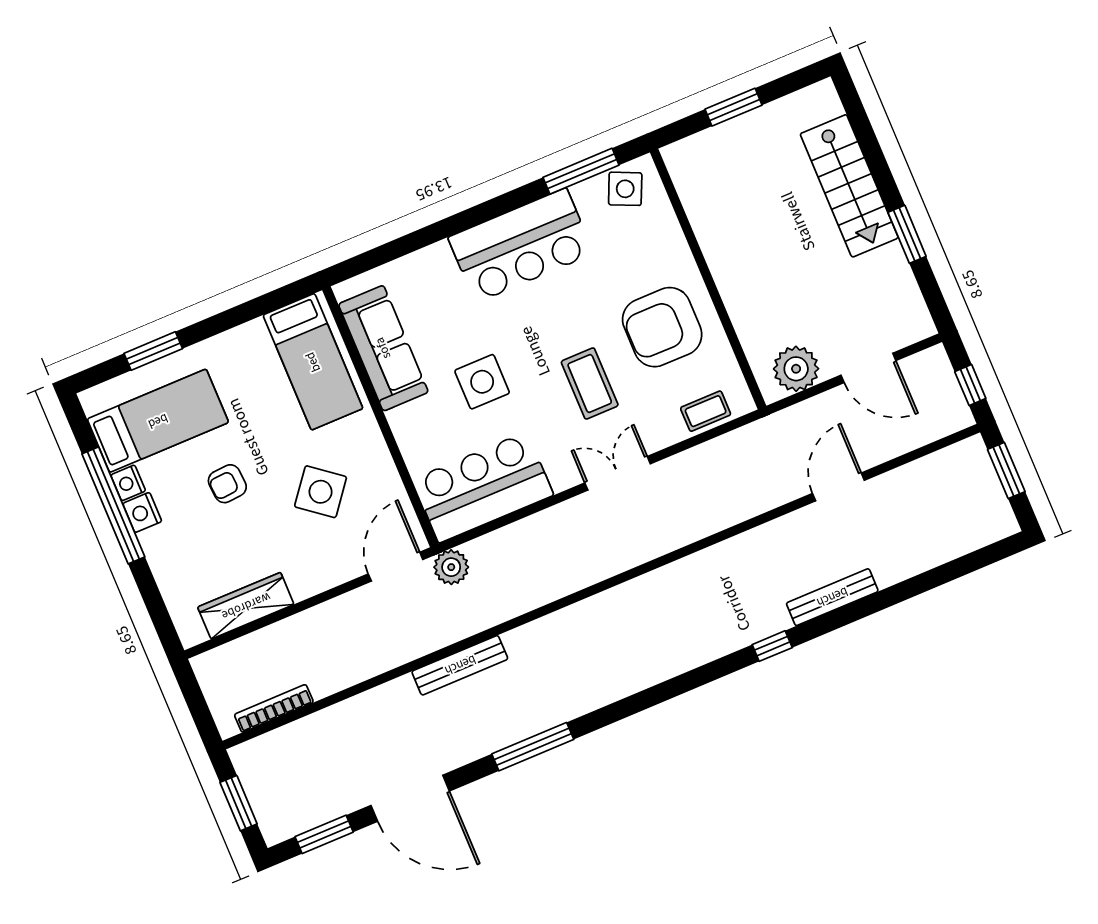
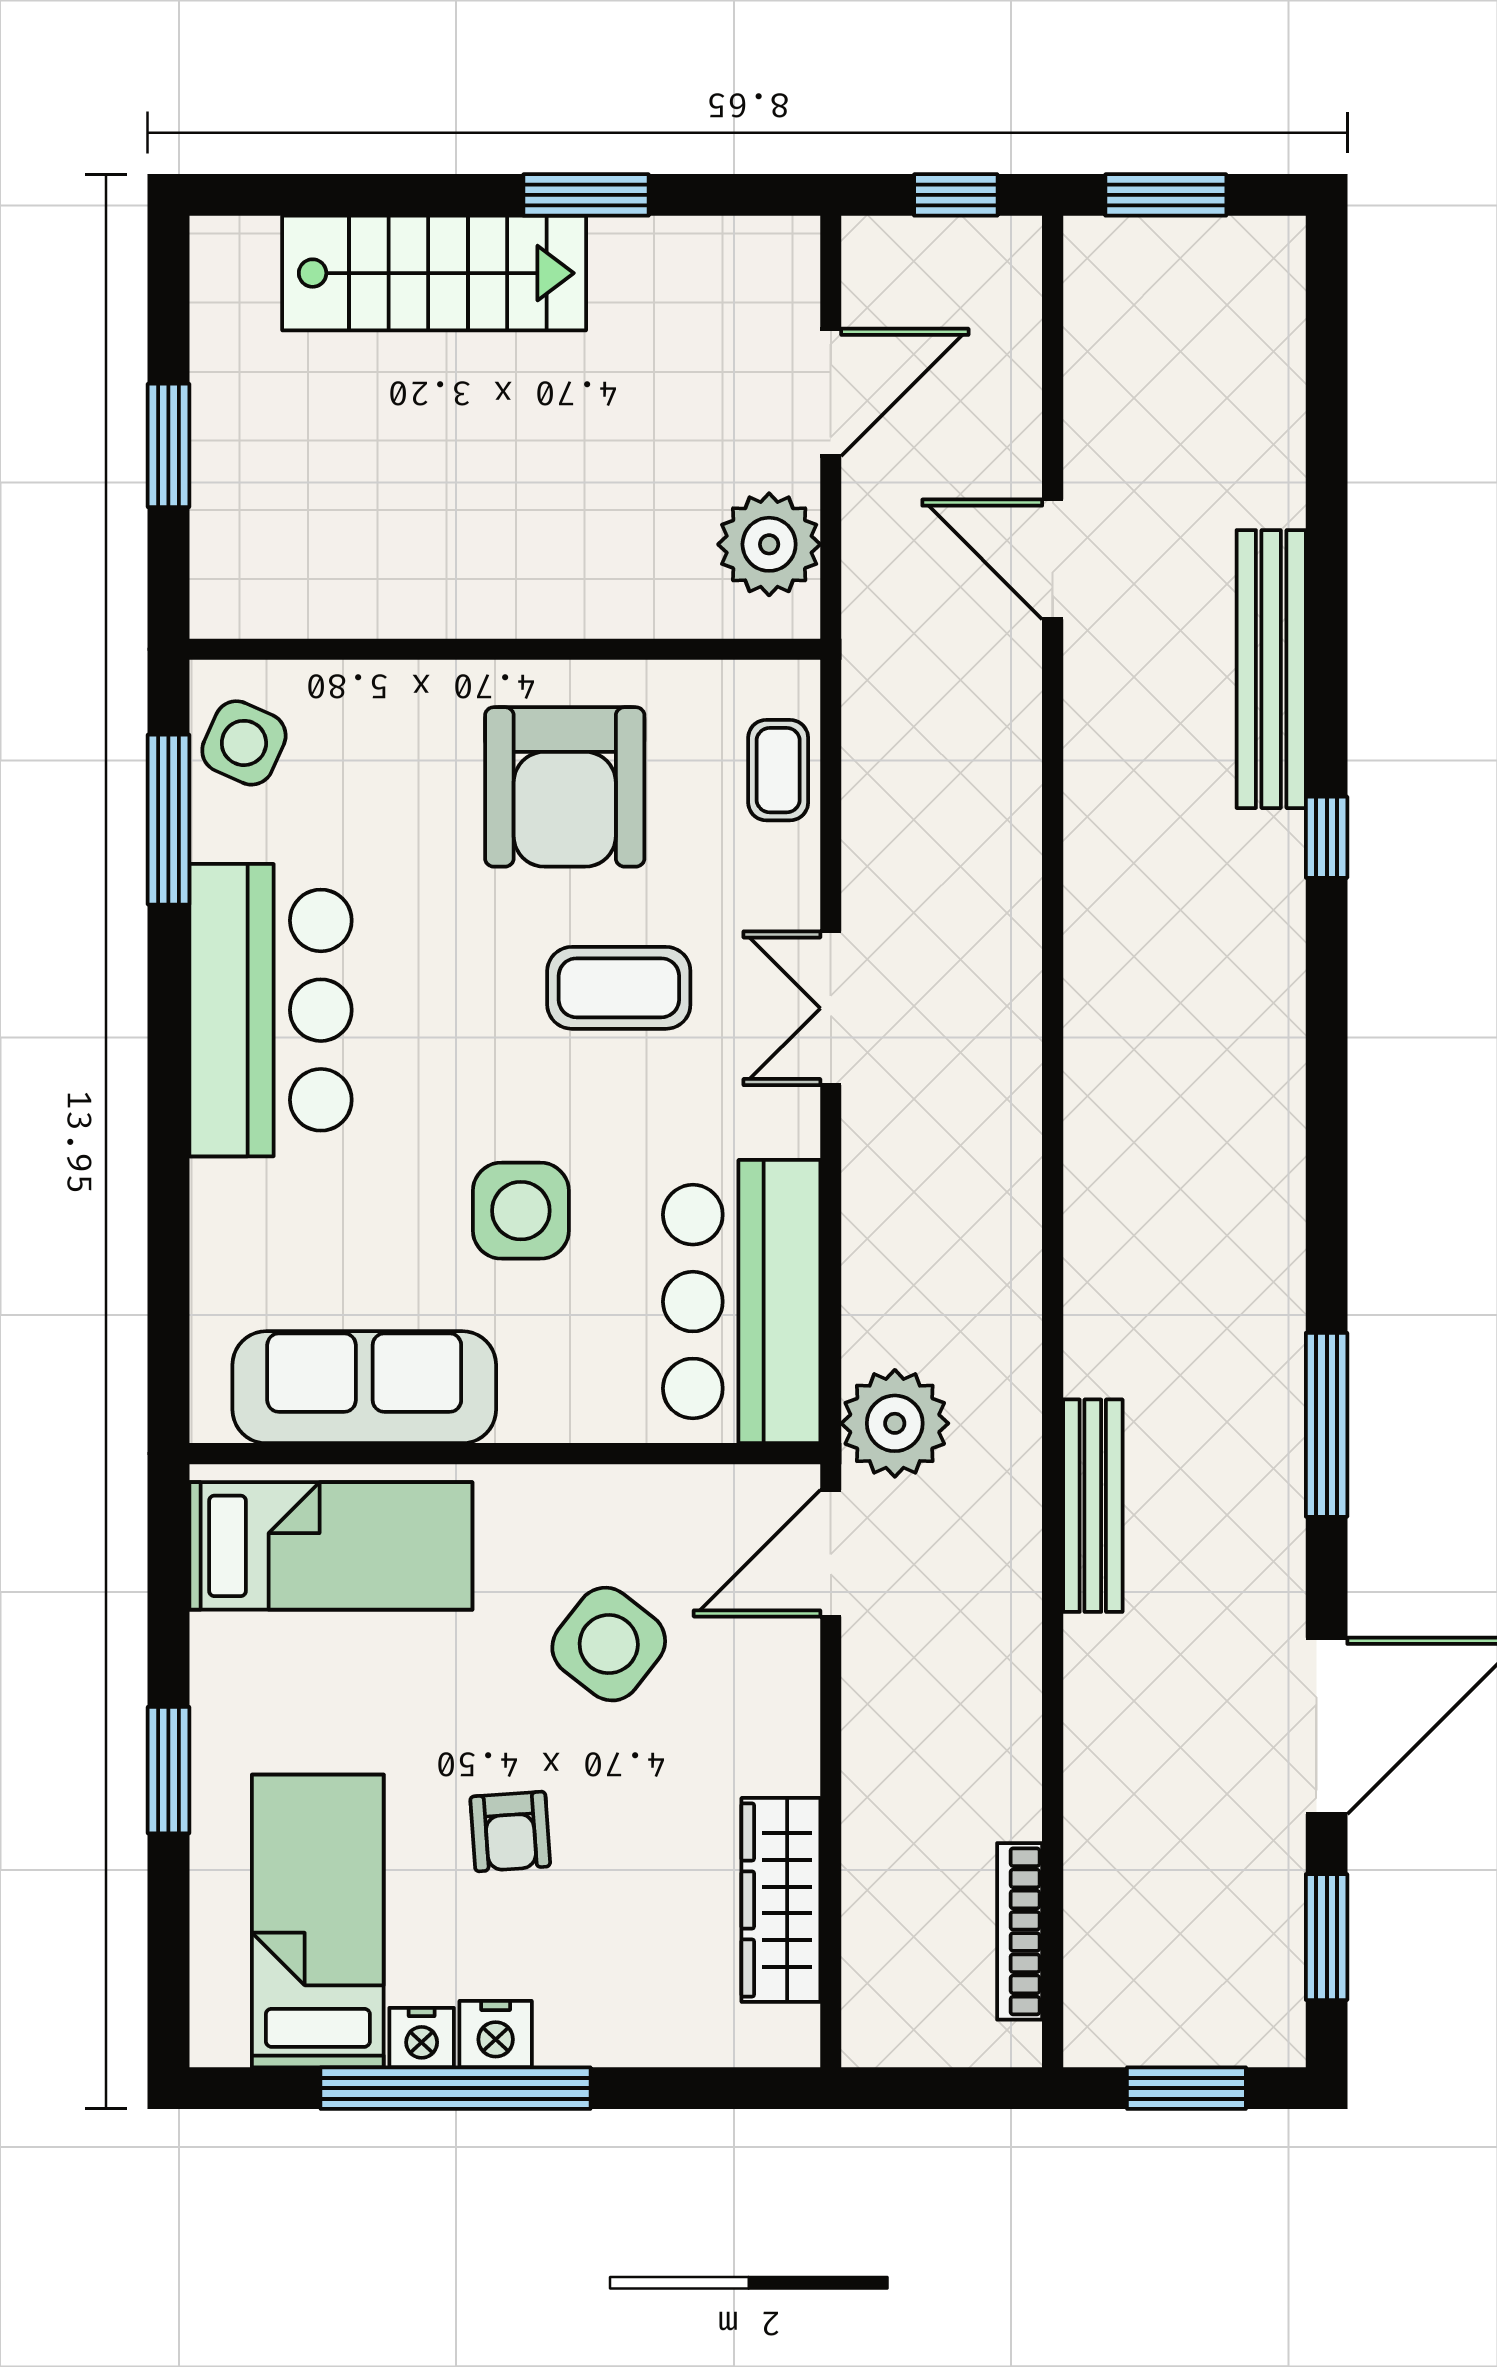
window: (153, 351) -> (168, 1770), moved
door: (396, 567) -> (831, 1553), hinge flipped
plant: (451, 567) -> (895, 1423), width x1.36, depth x1.36
bench: (832, 597) -> (1271, 669), width x1.37, depth x1.21

